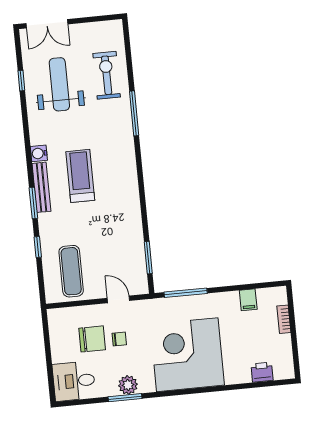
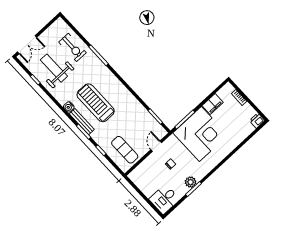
exercise bike: (107, 75) -> (72, 47), turned 180
treadmill: (80, 176) -> (96, 103), width x1.37, depth x1.38
door: (118, 299) -> (156, 146), hinge flipped
filing cabinet: (248, 300) -> (213, 104), width x2.00
chair: (92, 339) -> (158, 173), removed
corner desk: (187, 355) -> (200, 134), moved, turned 180
printer: (262, 372) -> (257, 121), moved

